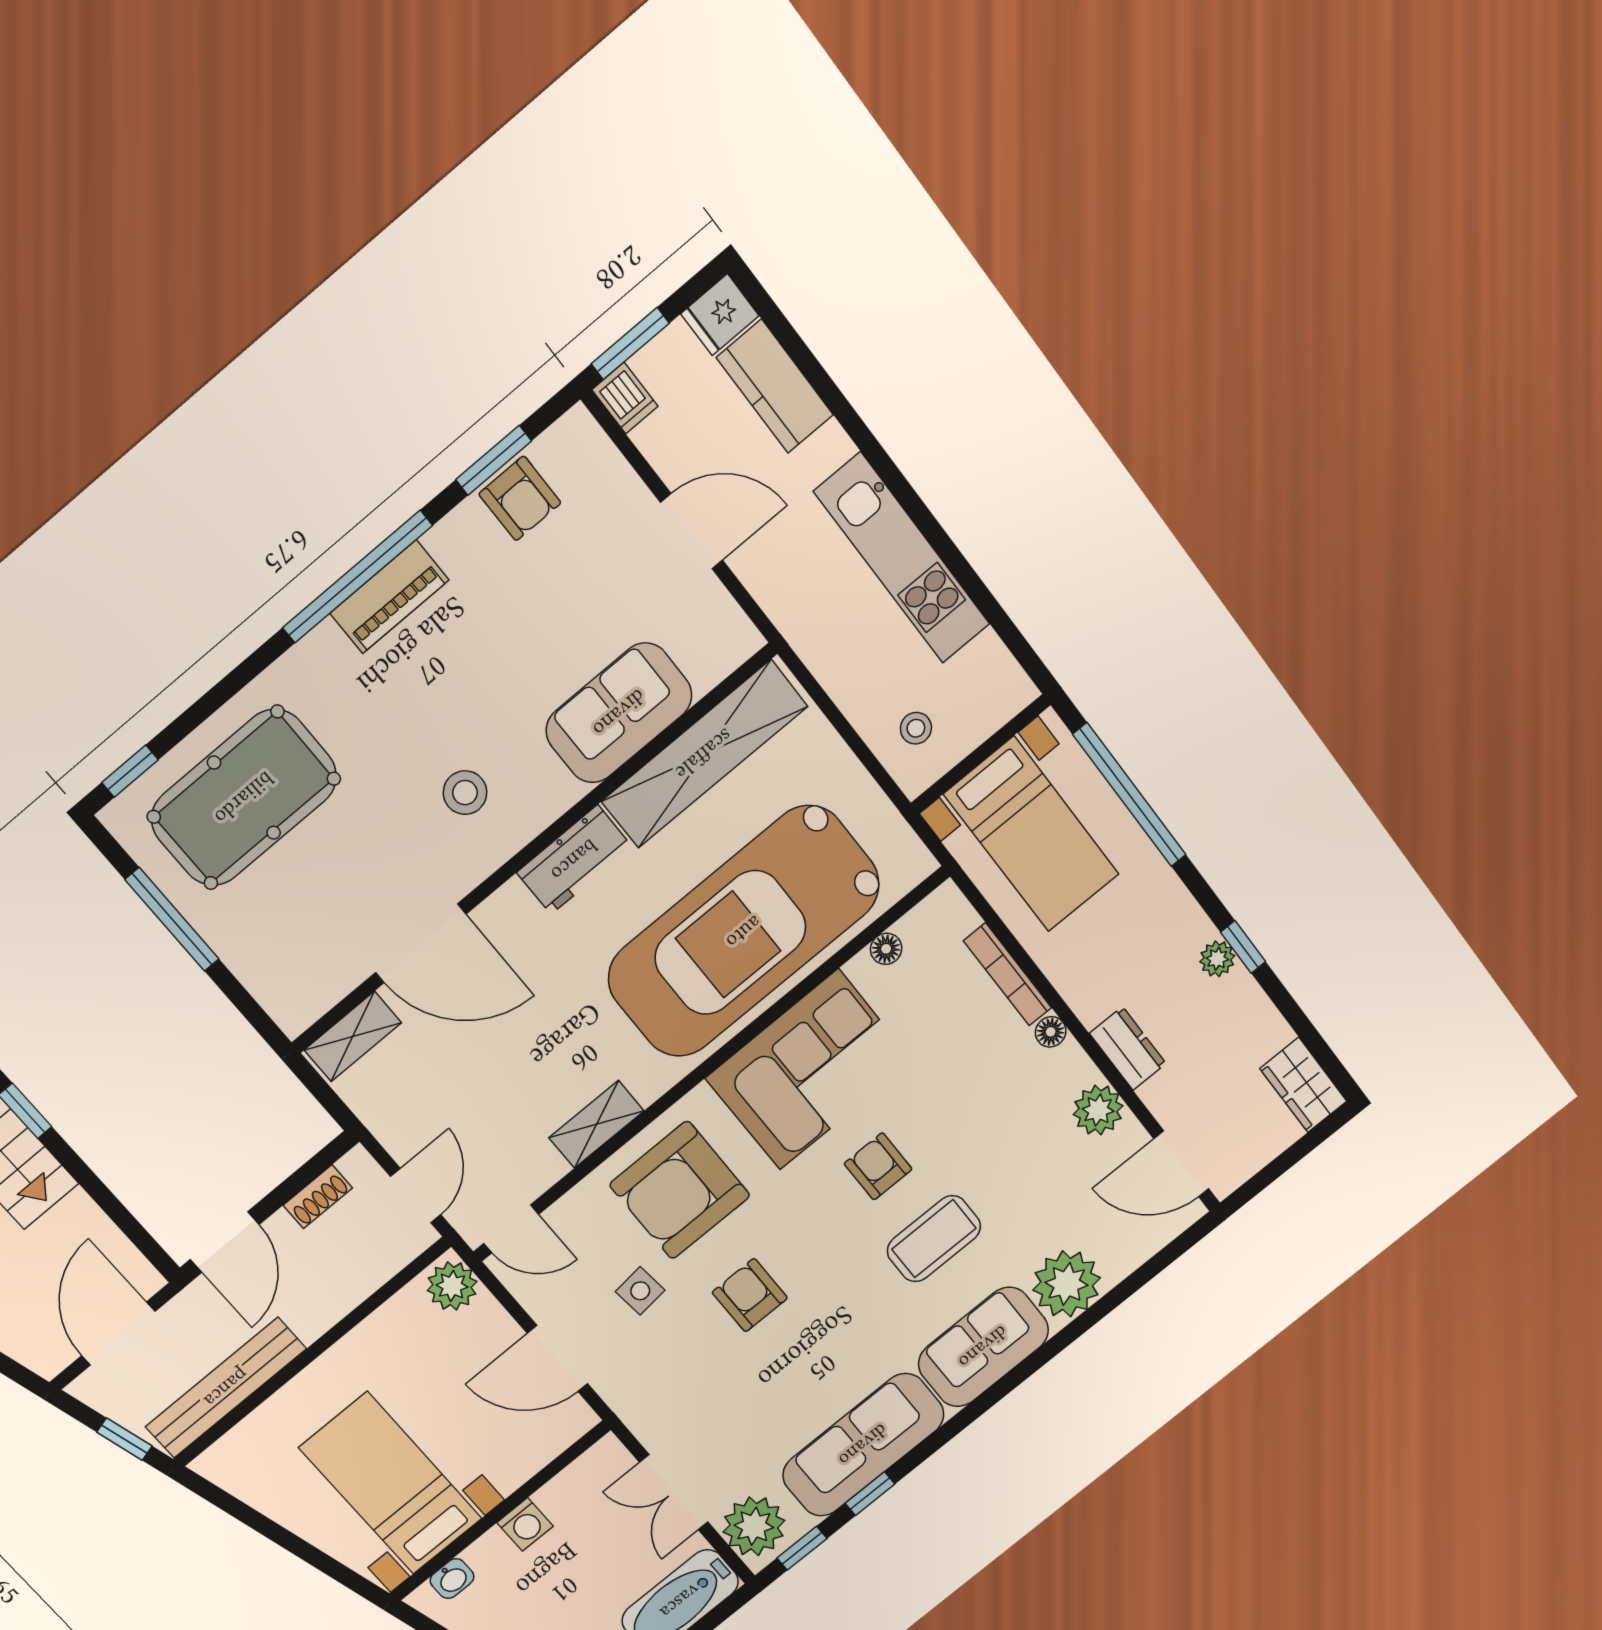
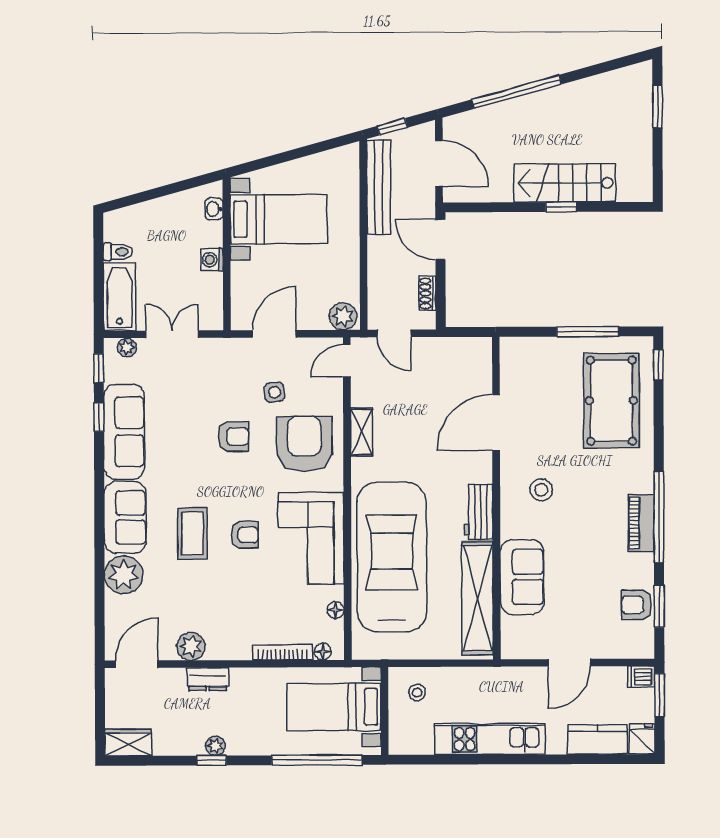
floor lamp: (1051, 1032) -> (323, 652), moved
shelving: (353, 1036) -> (481, 363), removed
plant: (754, 1526) -> (127, 347), width x0.53, depth x0.53

